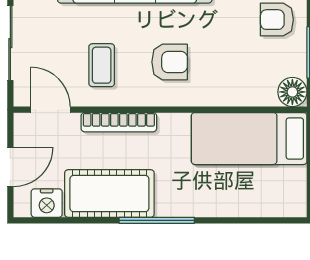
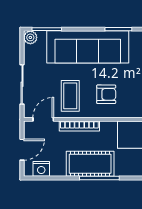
coffee table: (102, 65) -> (70, 96), width x1.36, depth x1.30
door: (50, 110) -> (43, 119), hinge flipped
cot: (109, 194) -> (90, 164), moved

